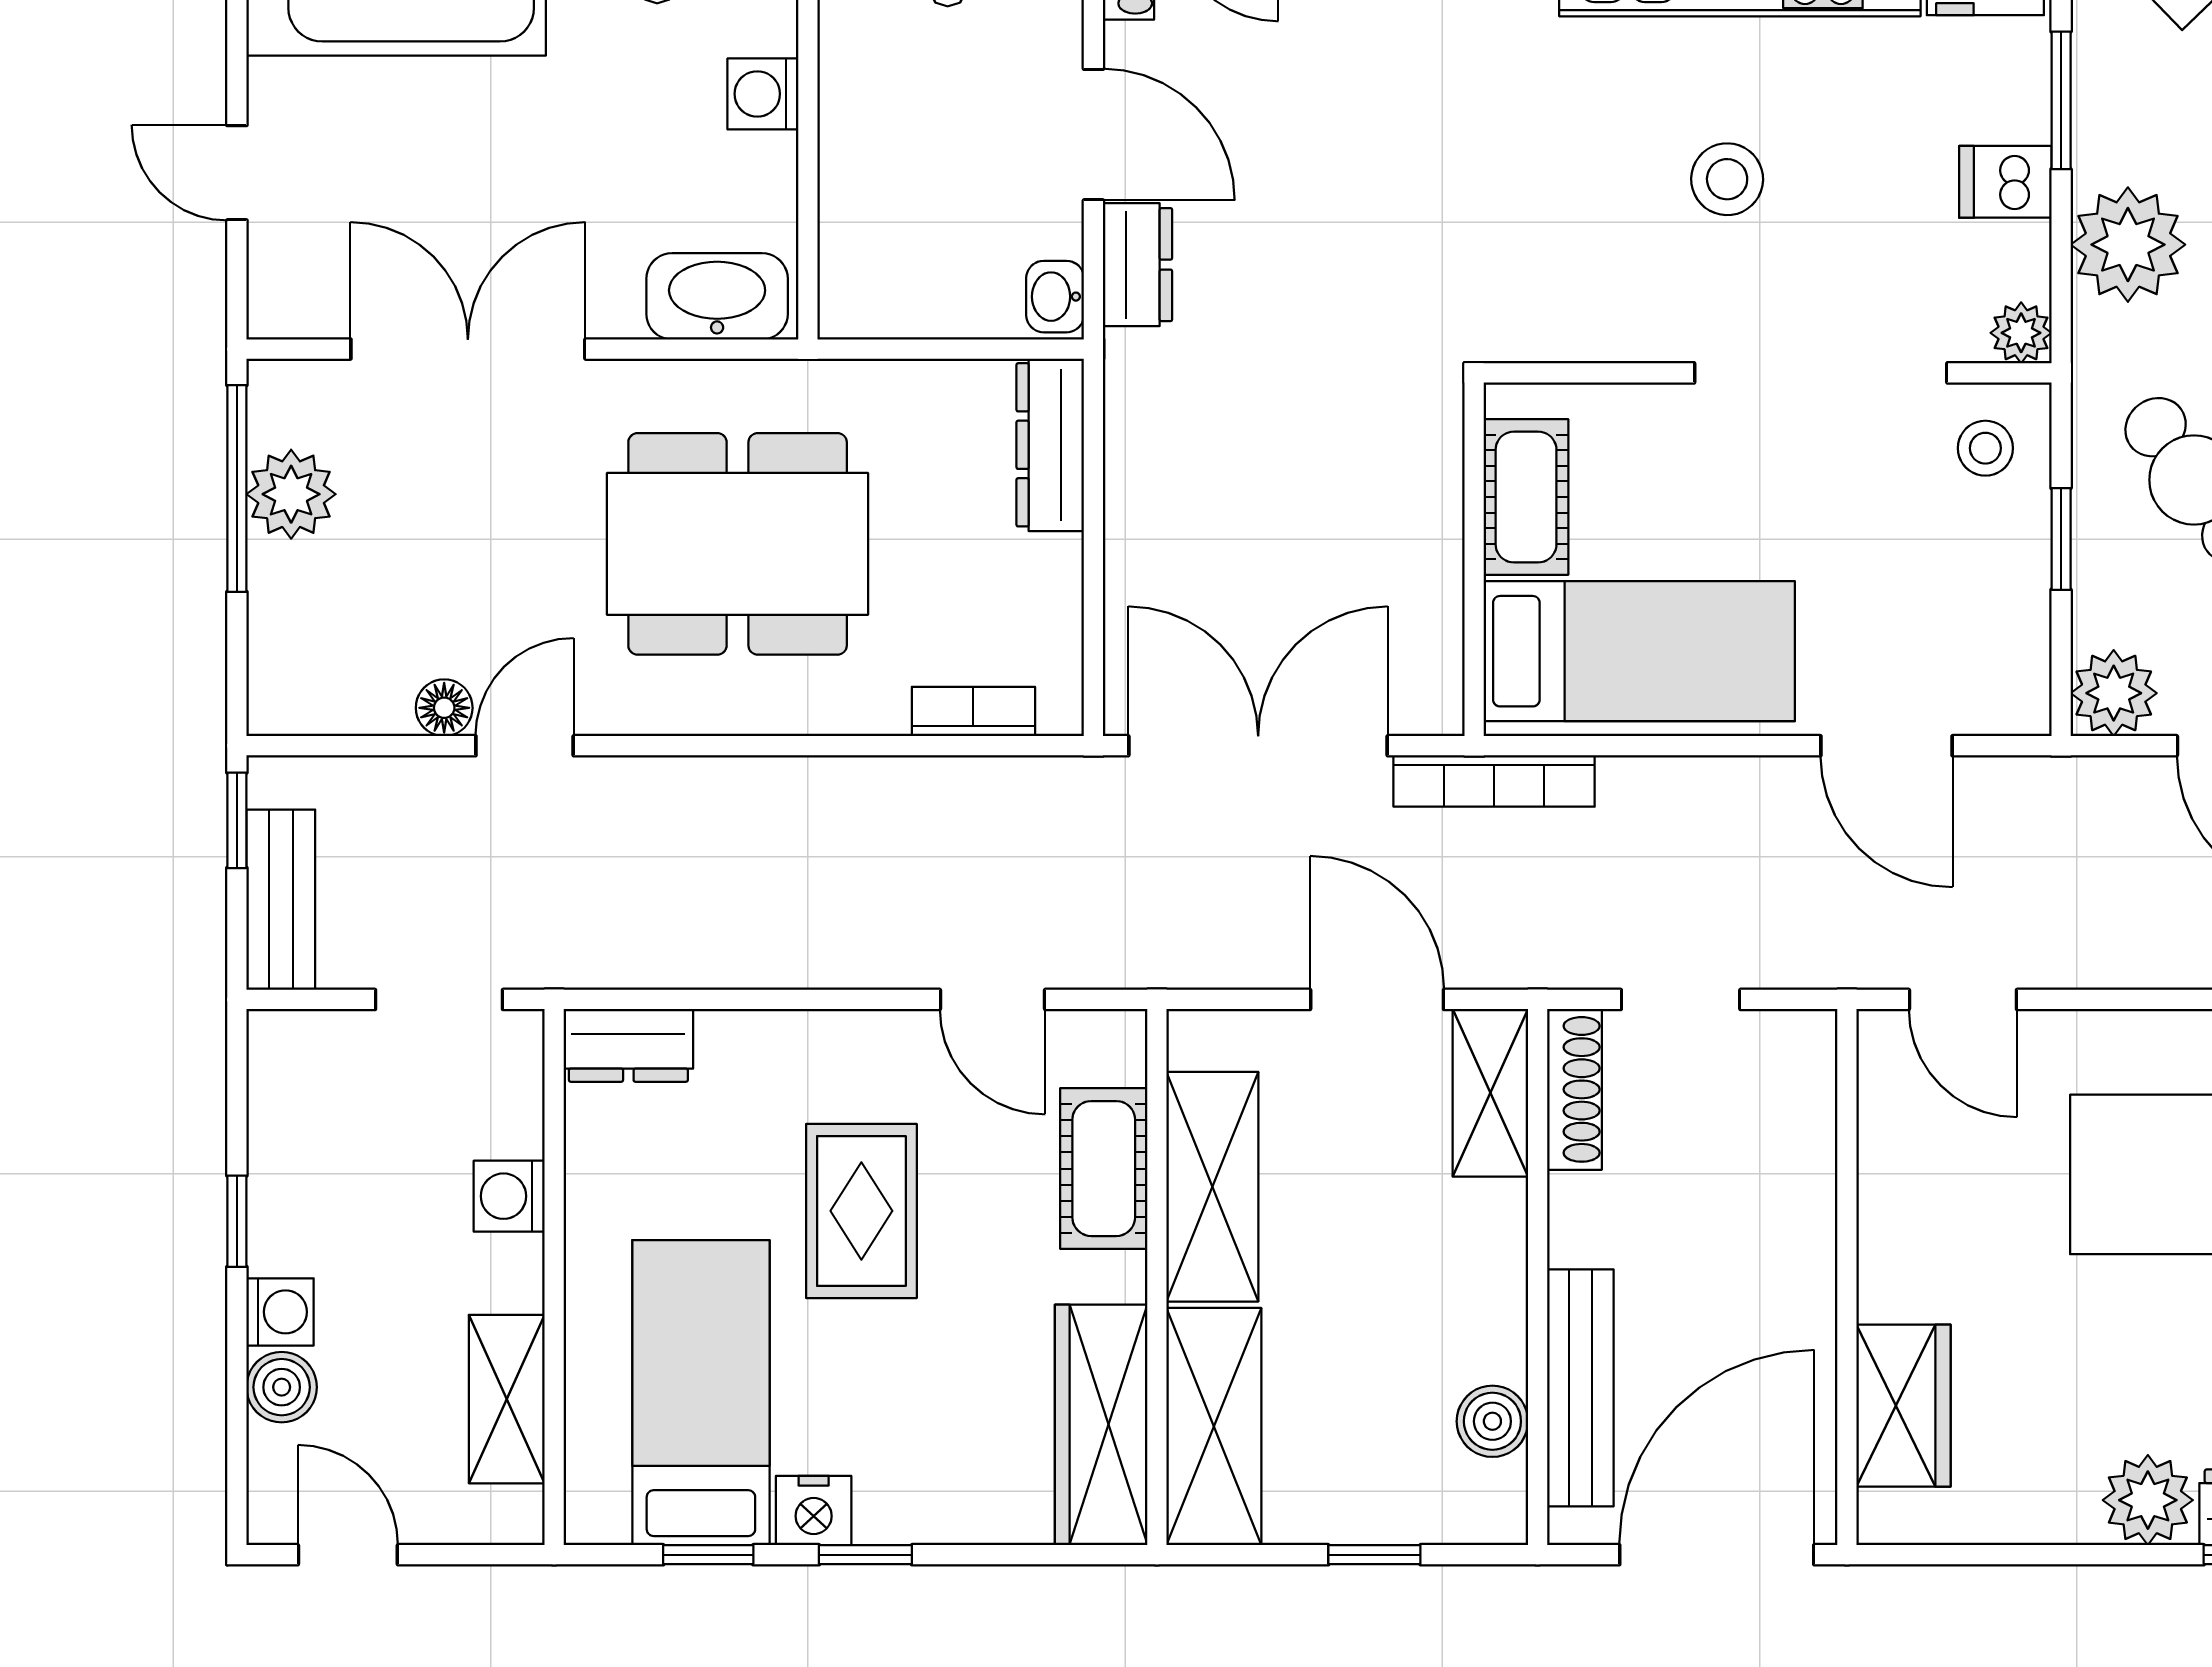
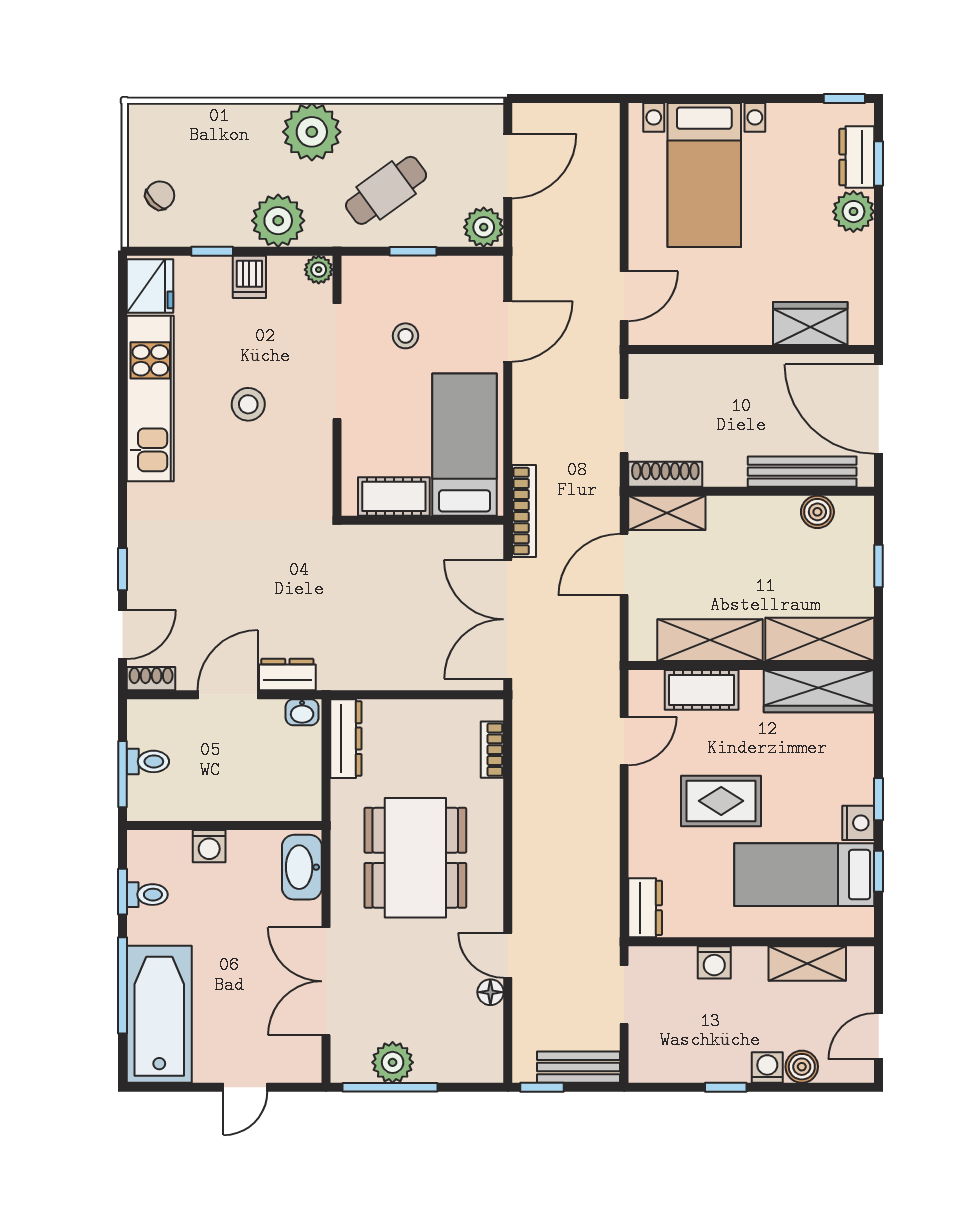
window: (2061, 100) -> (212, 251), width x0.67
dresser: (1050, 445) -> (346, 739), moved, turned -90
stool: (1985, 448) -> (405, 336), moved

